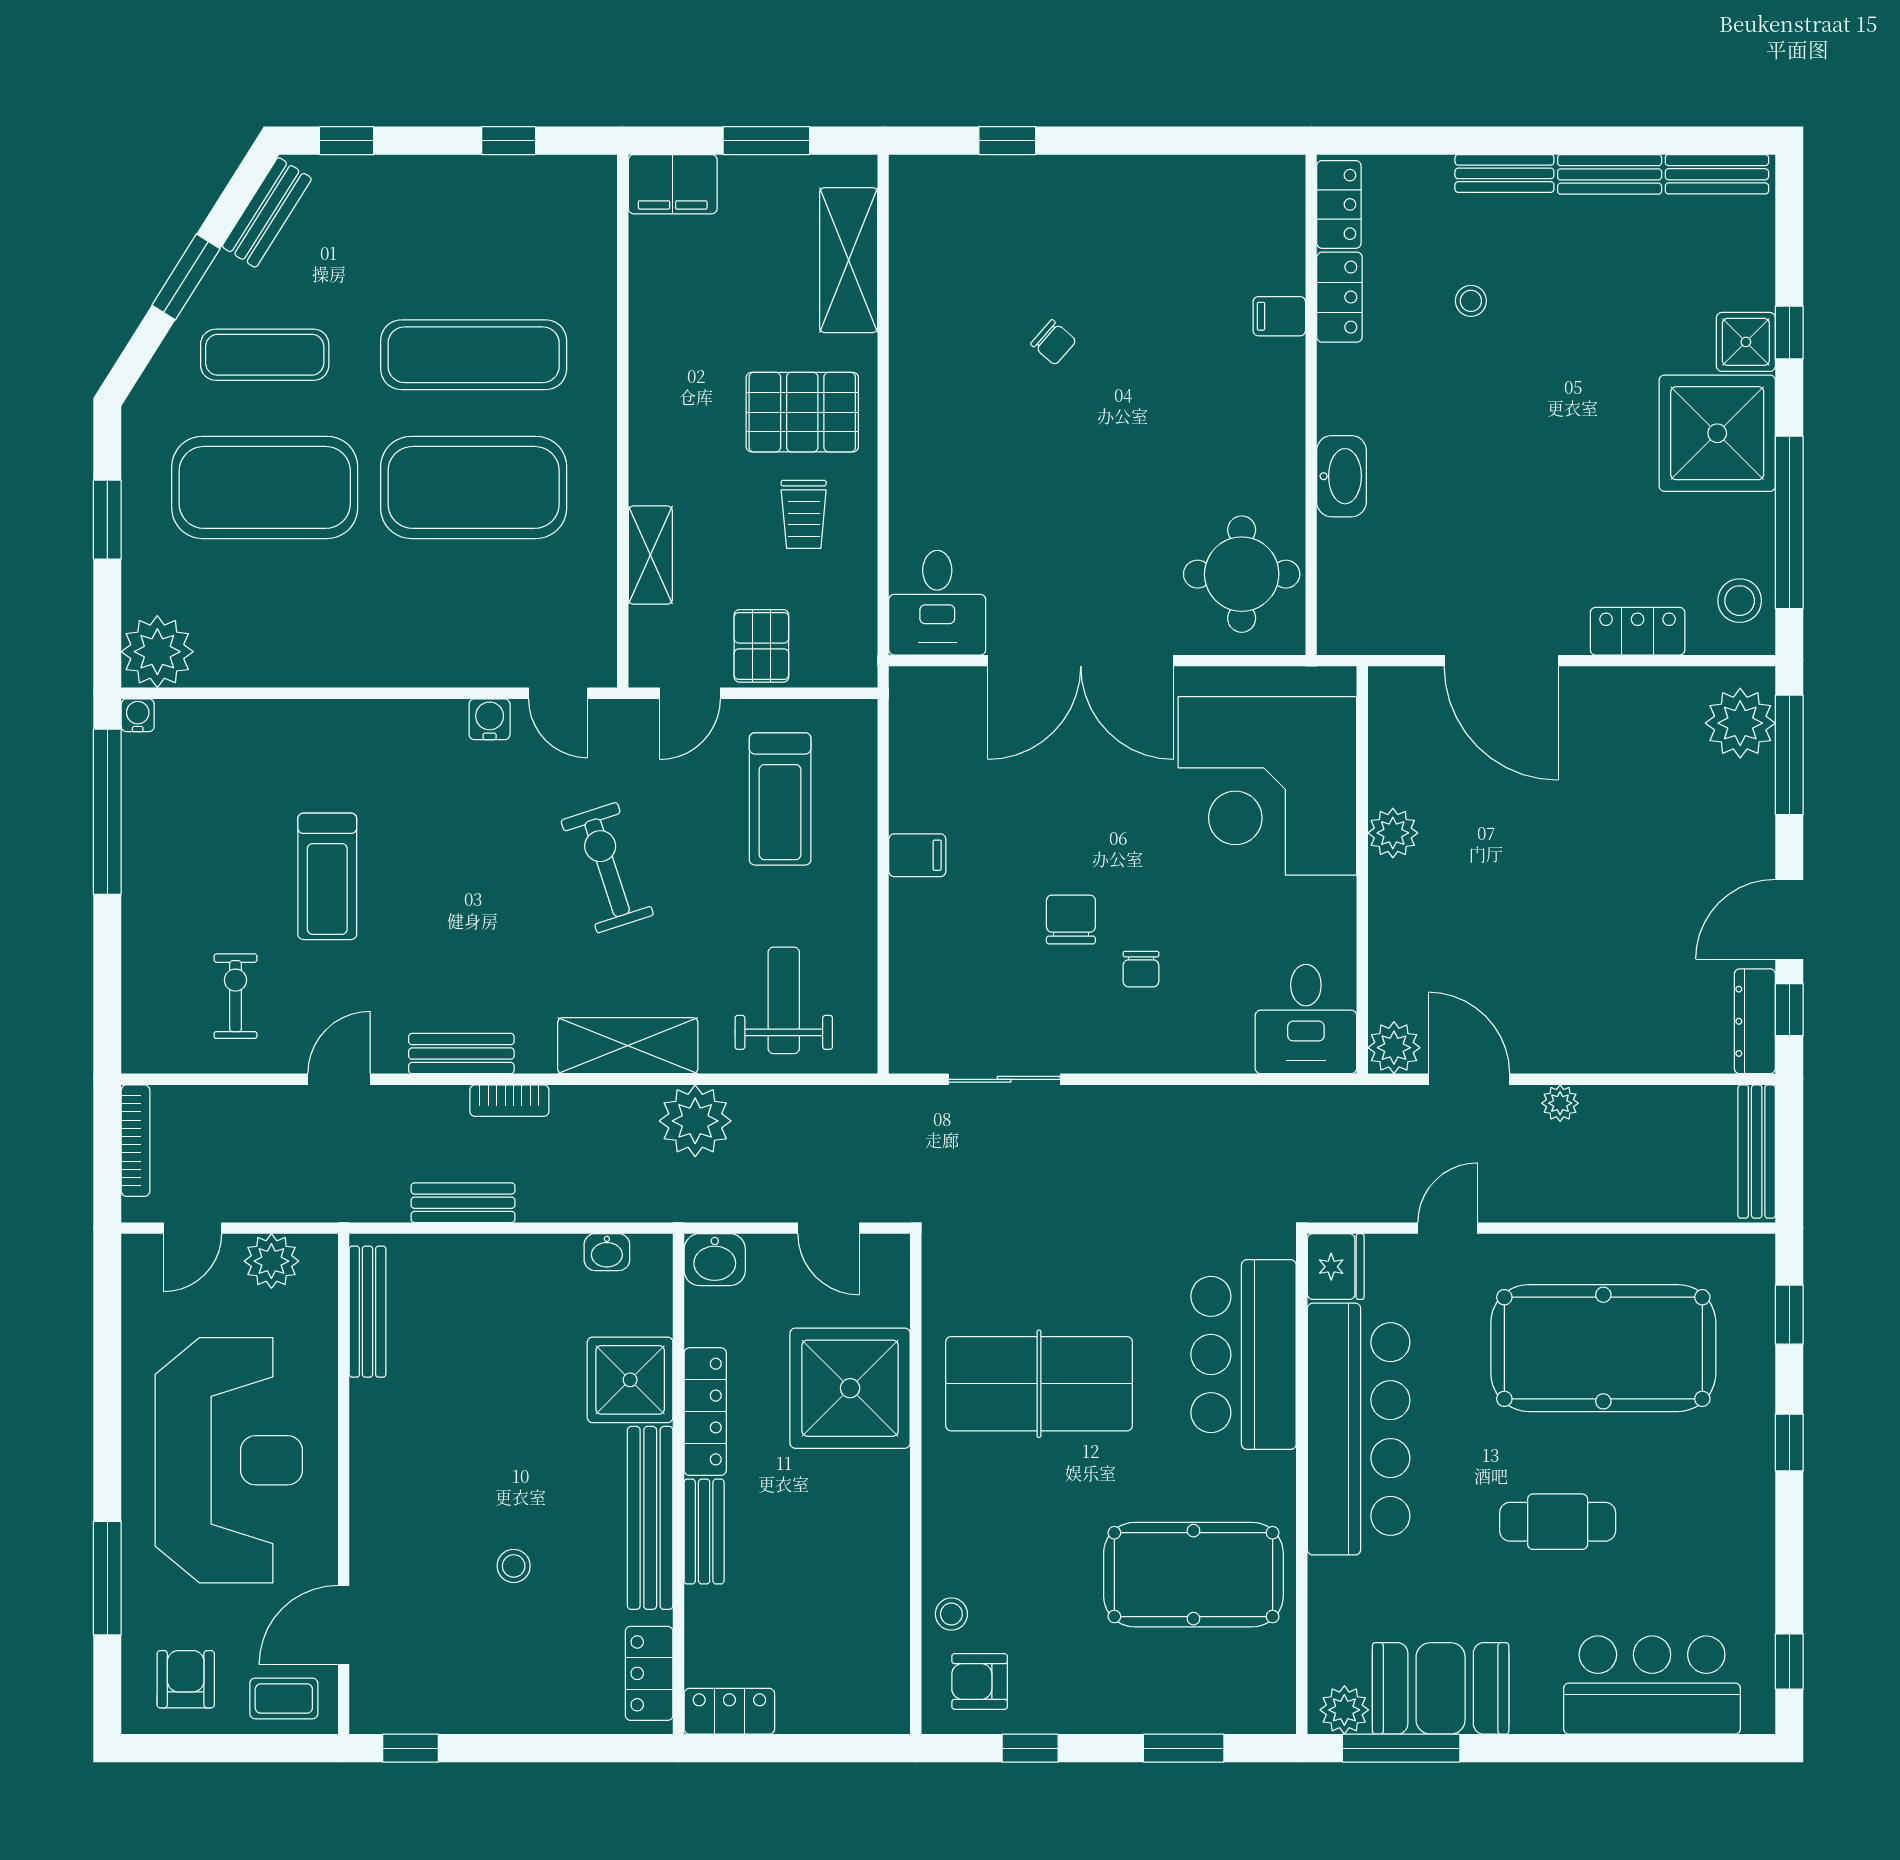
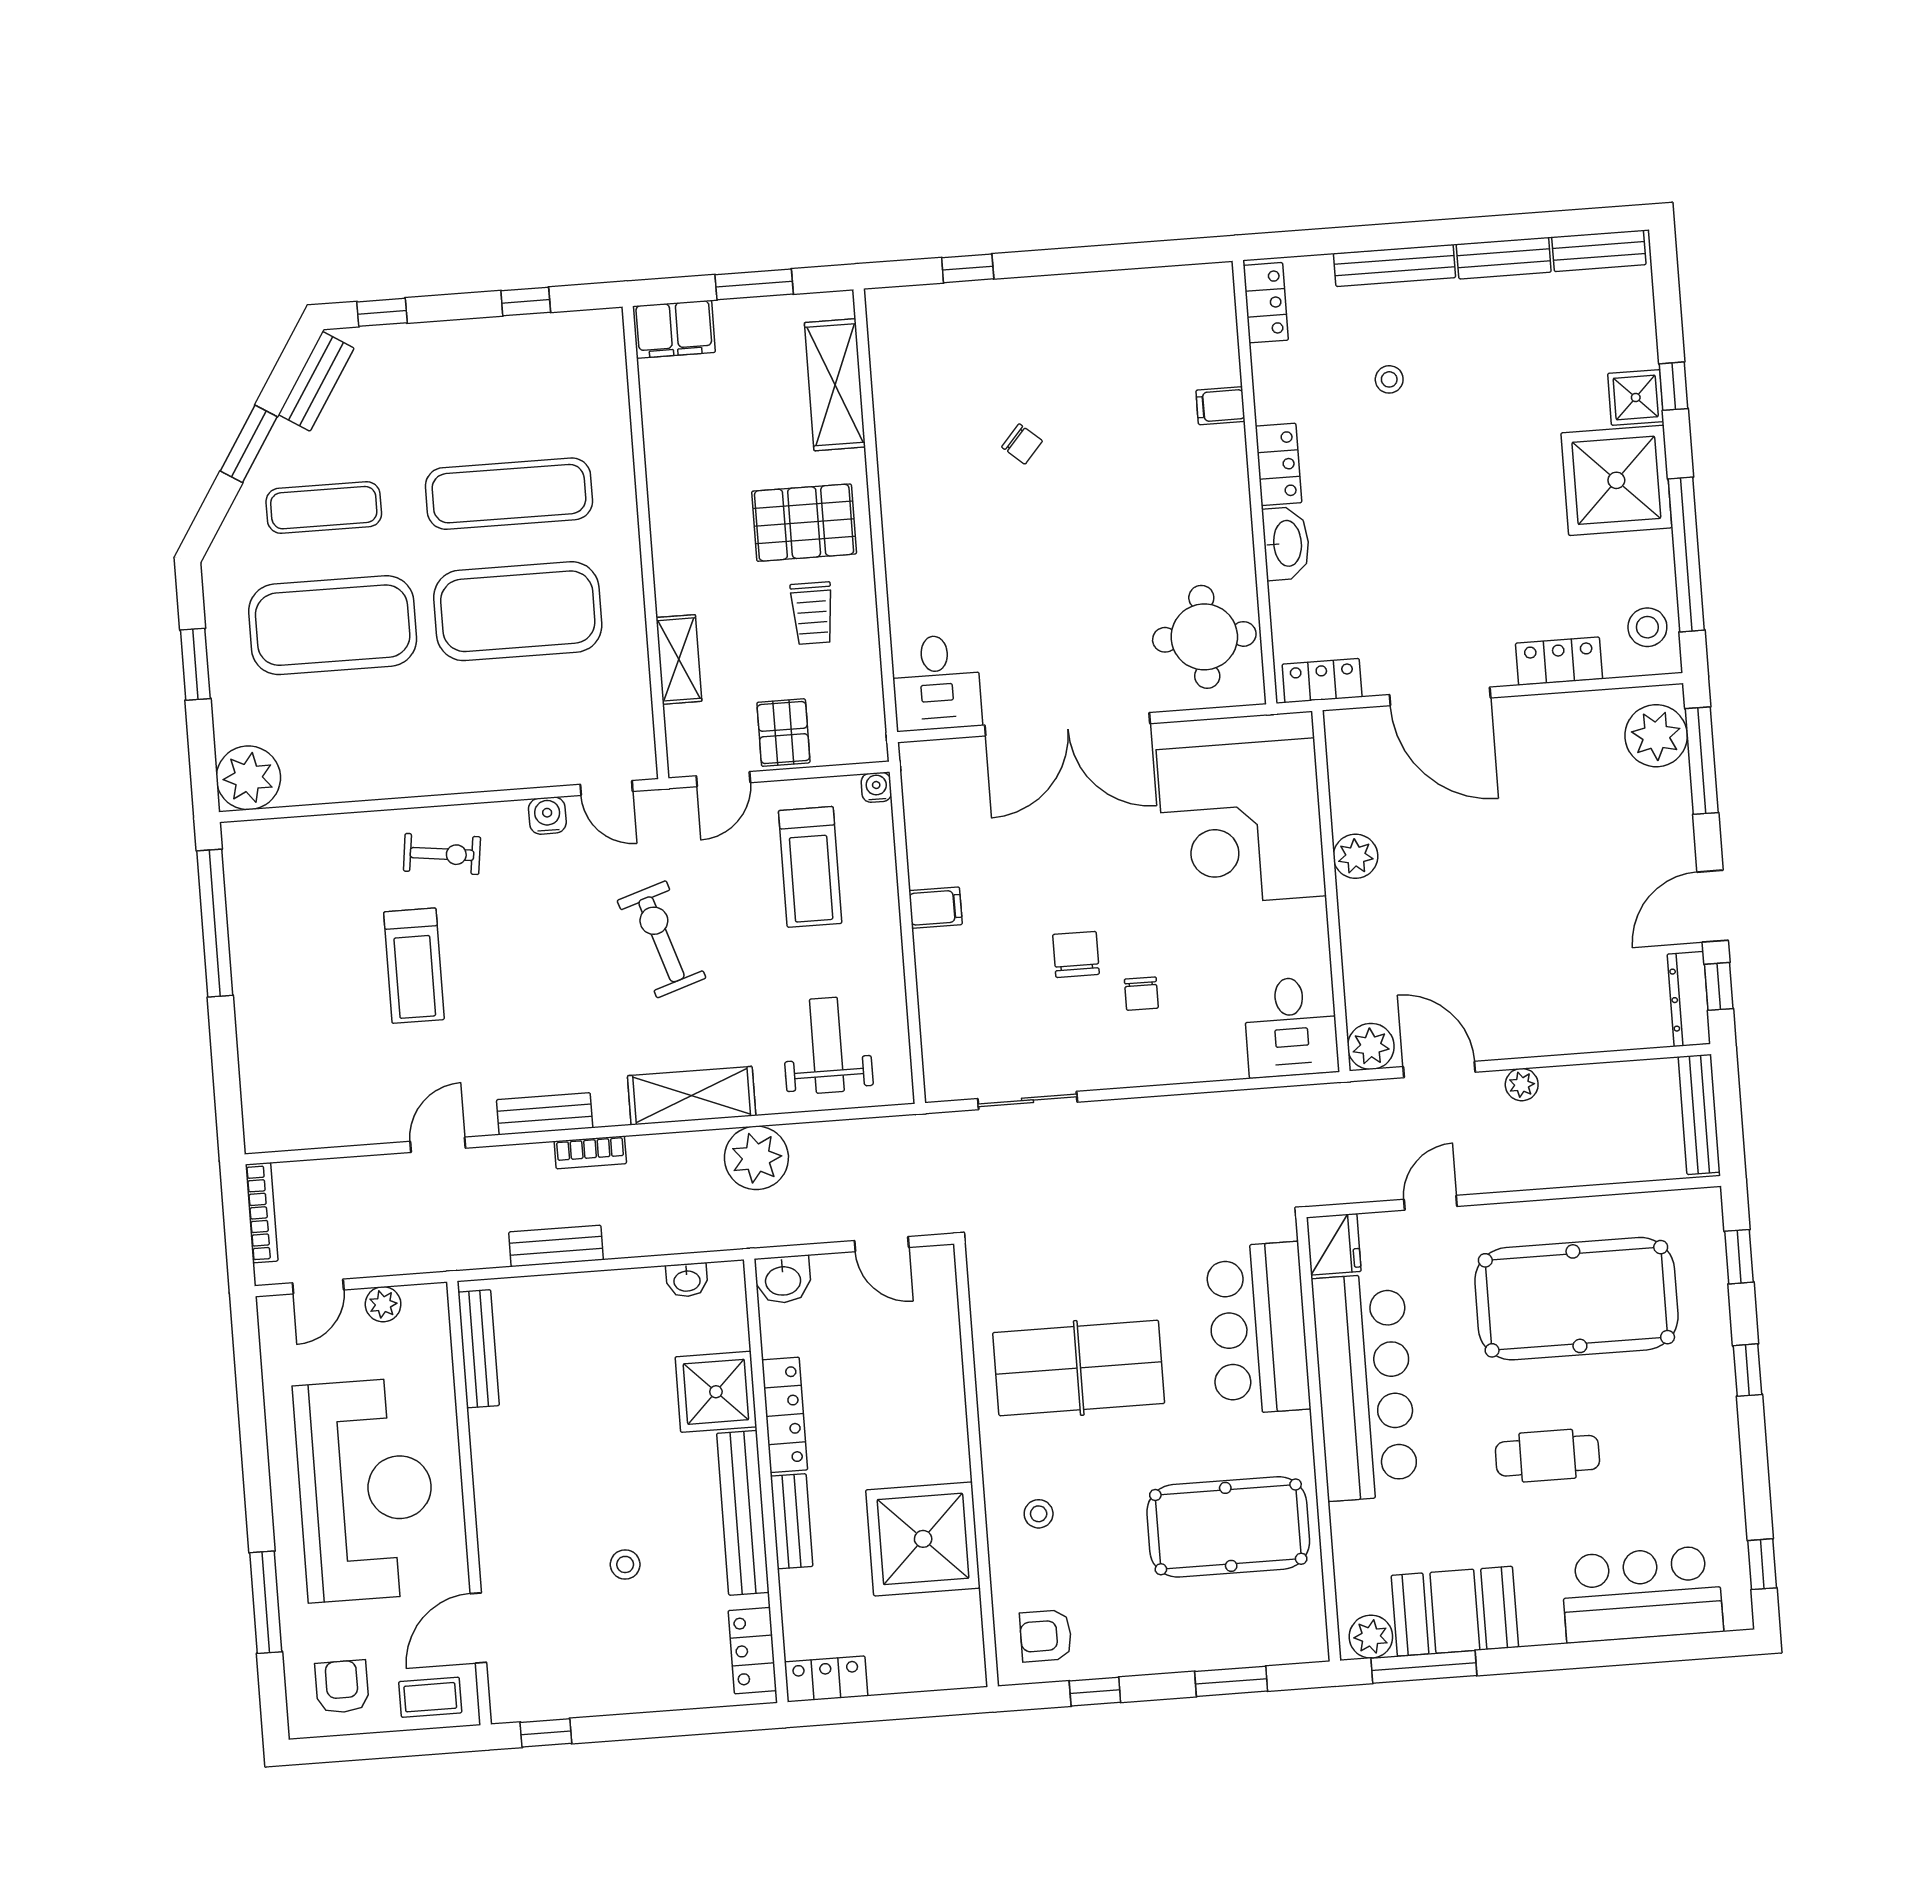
bench: (1504, 173) -> (1395, 265), width x1.36
locker: (1339, 297) -> (1278, 464), moved
locker: (1370, 633) -> (1322, 681), added
water cooler: (138, 715) -> (876, 787), moved
exercise bike: (235, 996) -> (442, 854), moved, turned 97
plant: (271, 1261) -> (383, 1304), width x0.73, depth x0.73
shower: (850, 1388) -> (923, 1539), moved
stool: (951, 1614) -> (1039, 1514), moved

